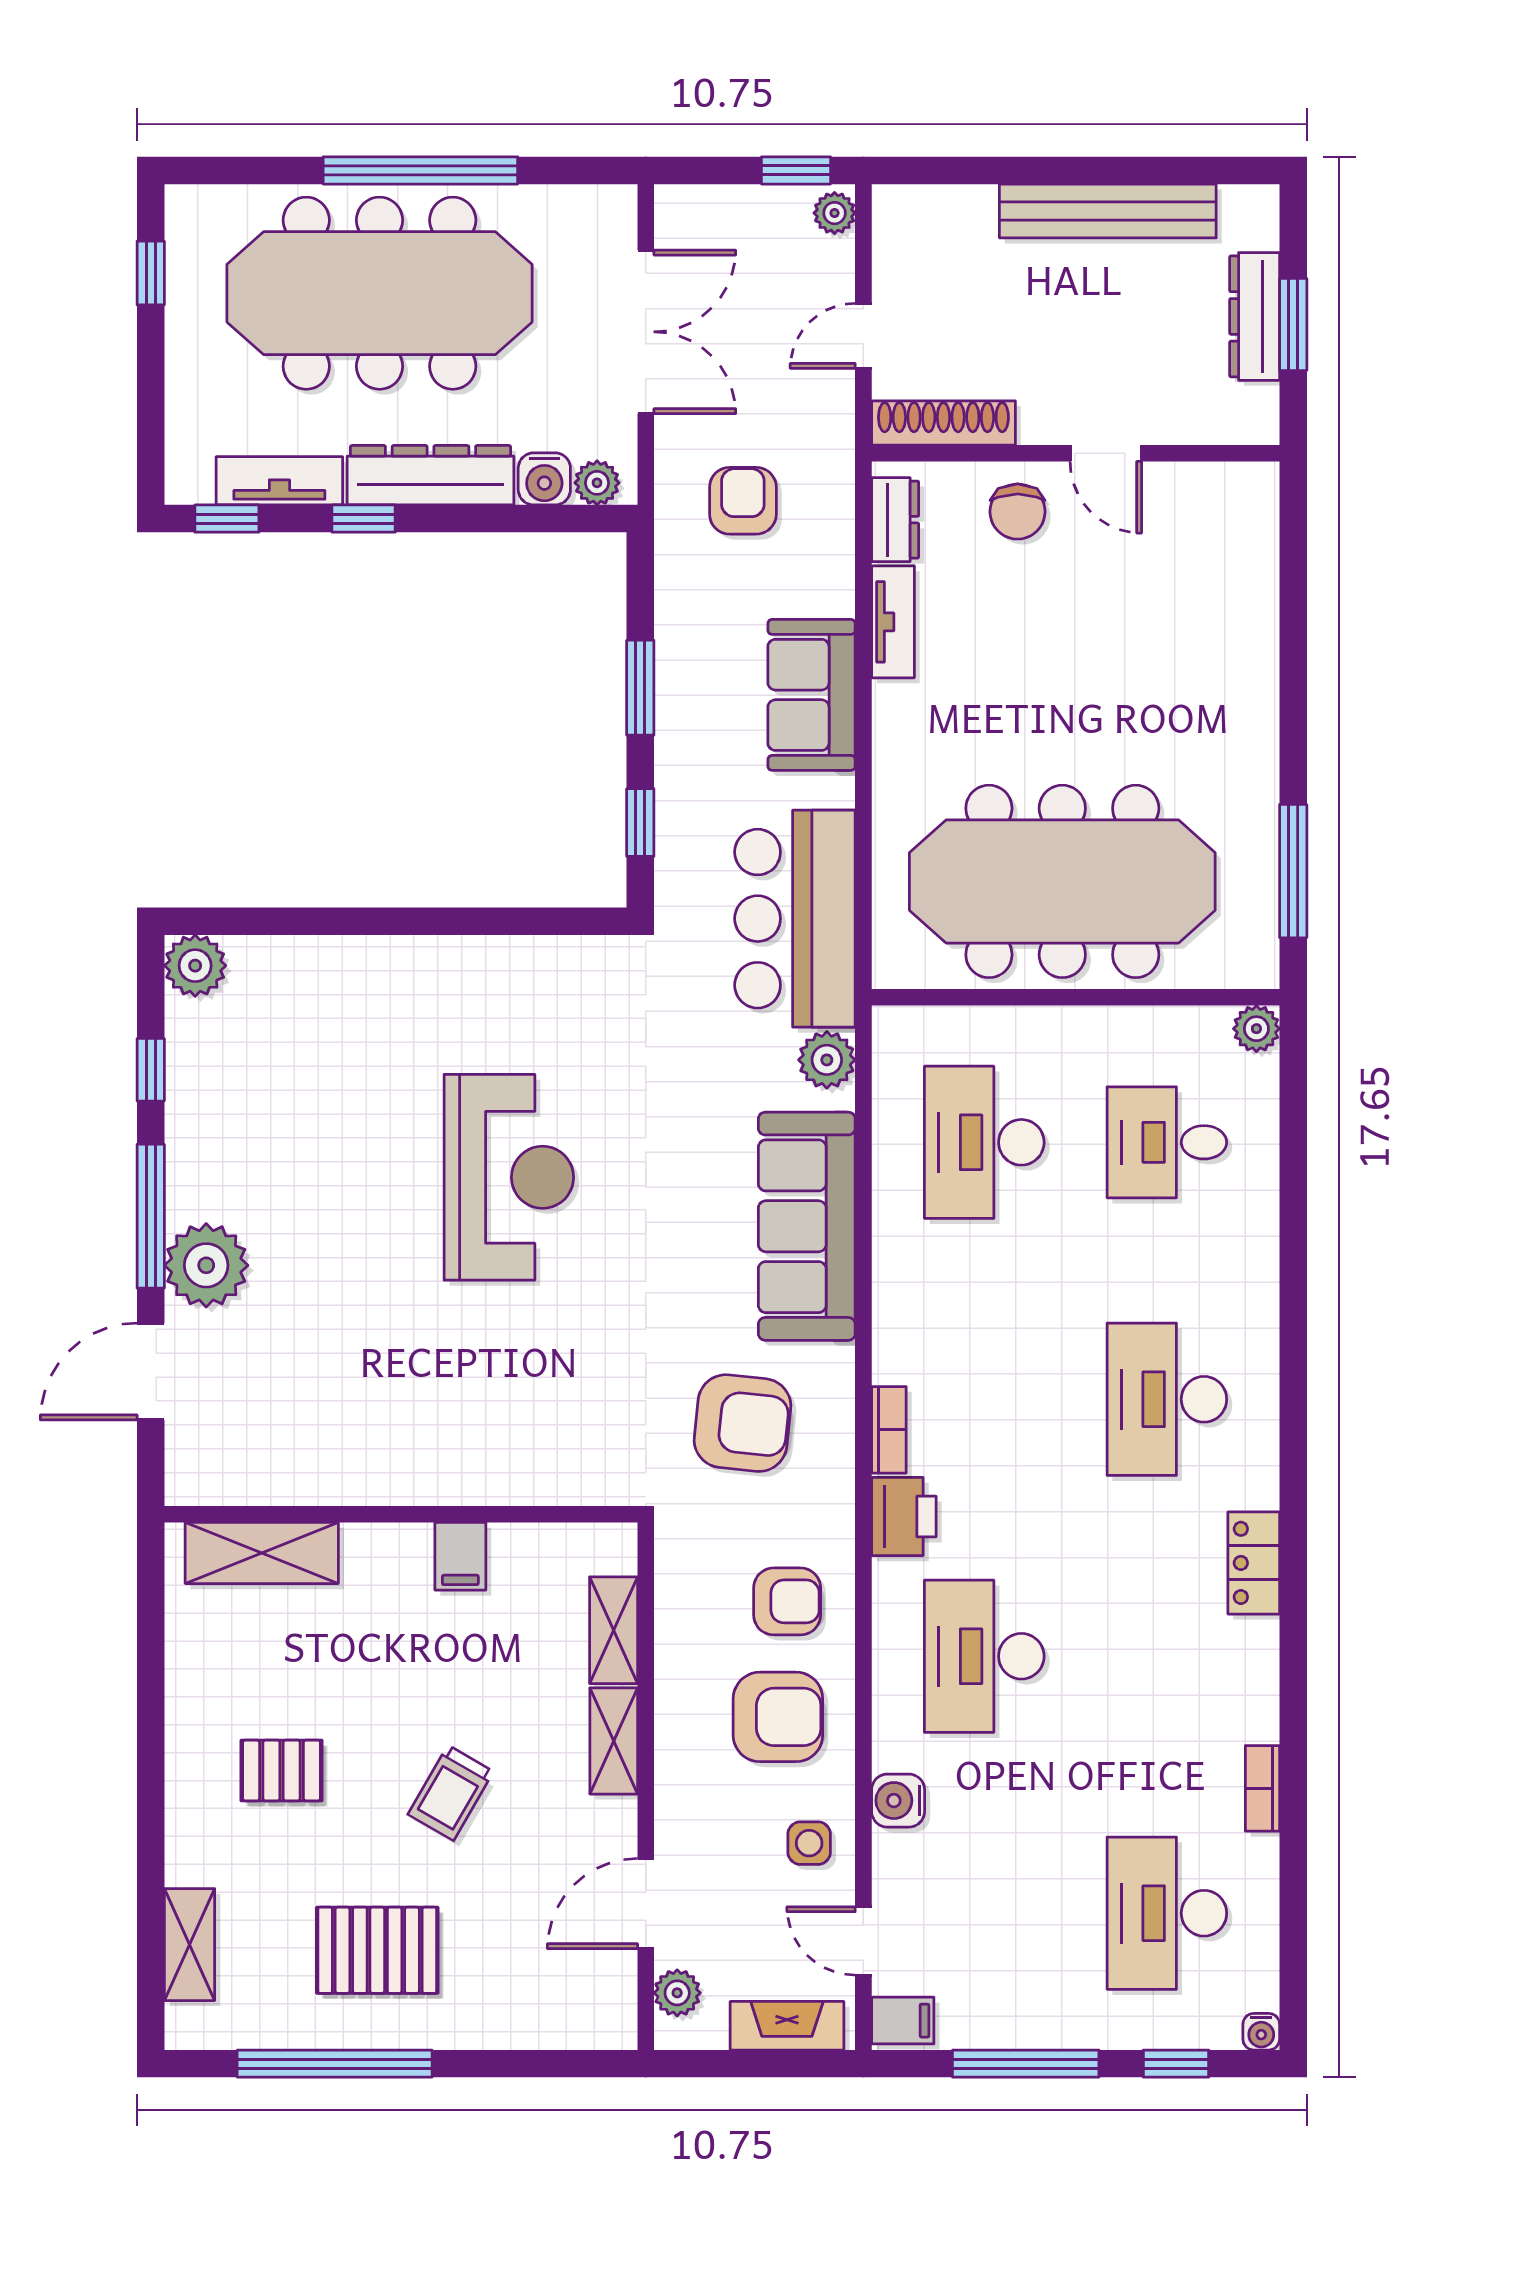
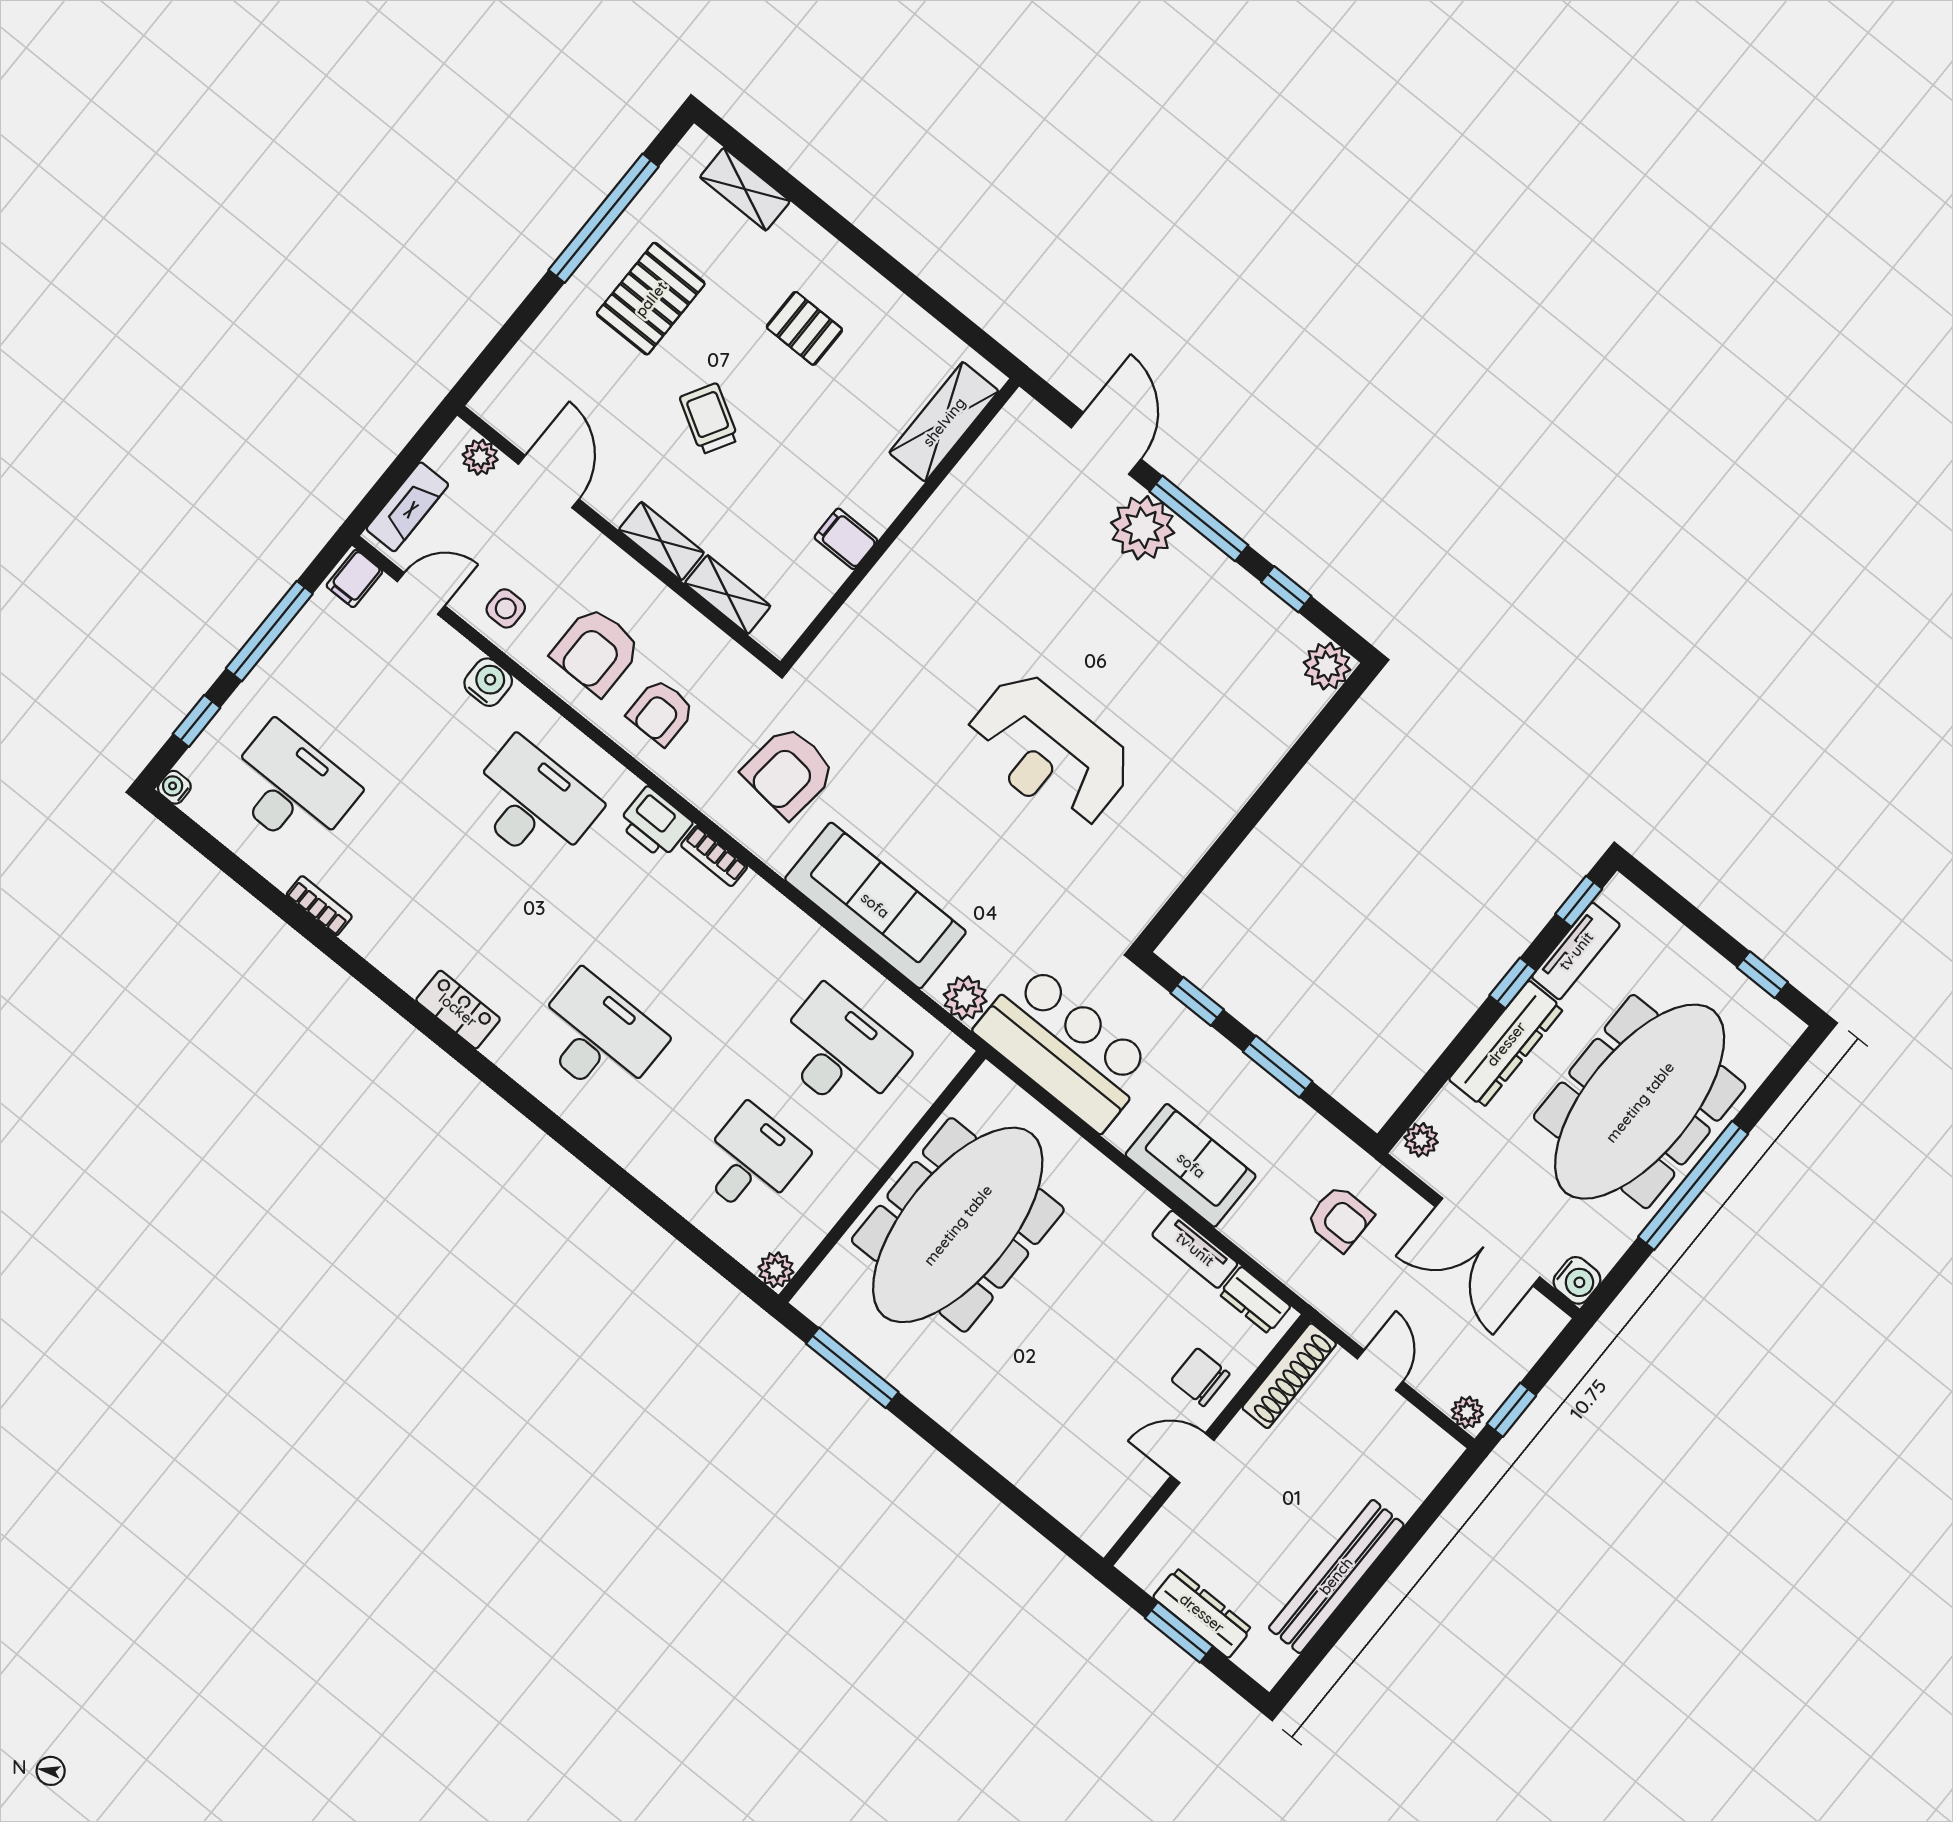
water cooler: (544, 479) -> (1577, 1280), moved, turned 180
pallet: (281, 1770) -> (804, 328), turned 90

